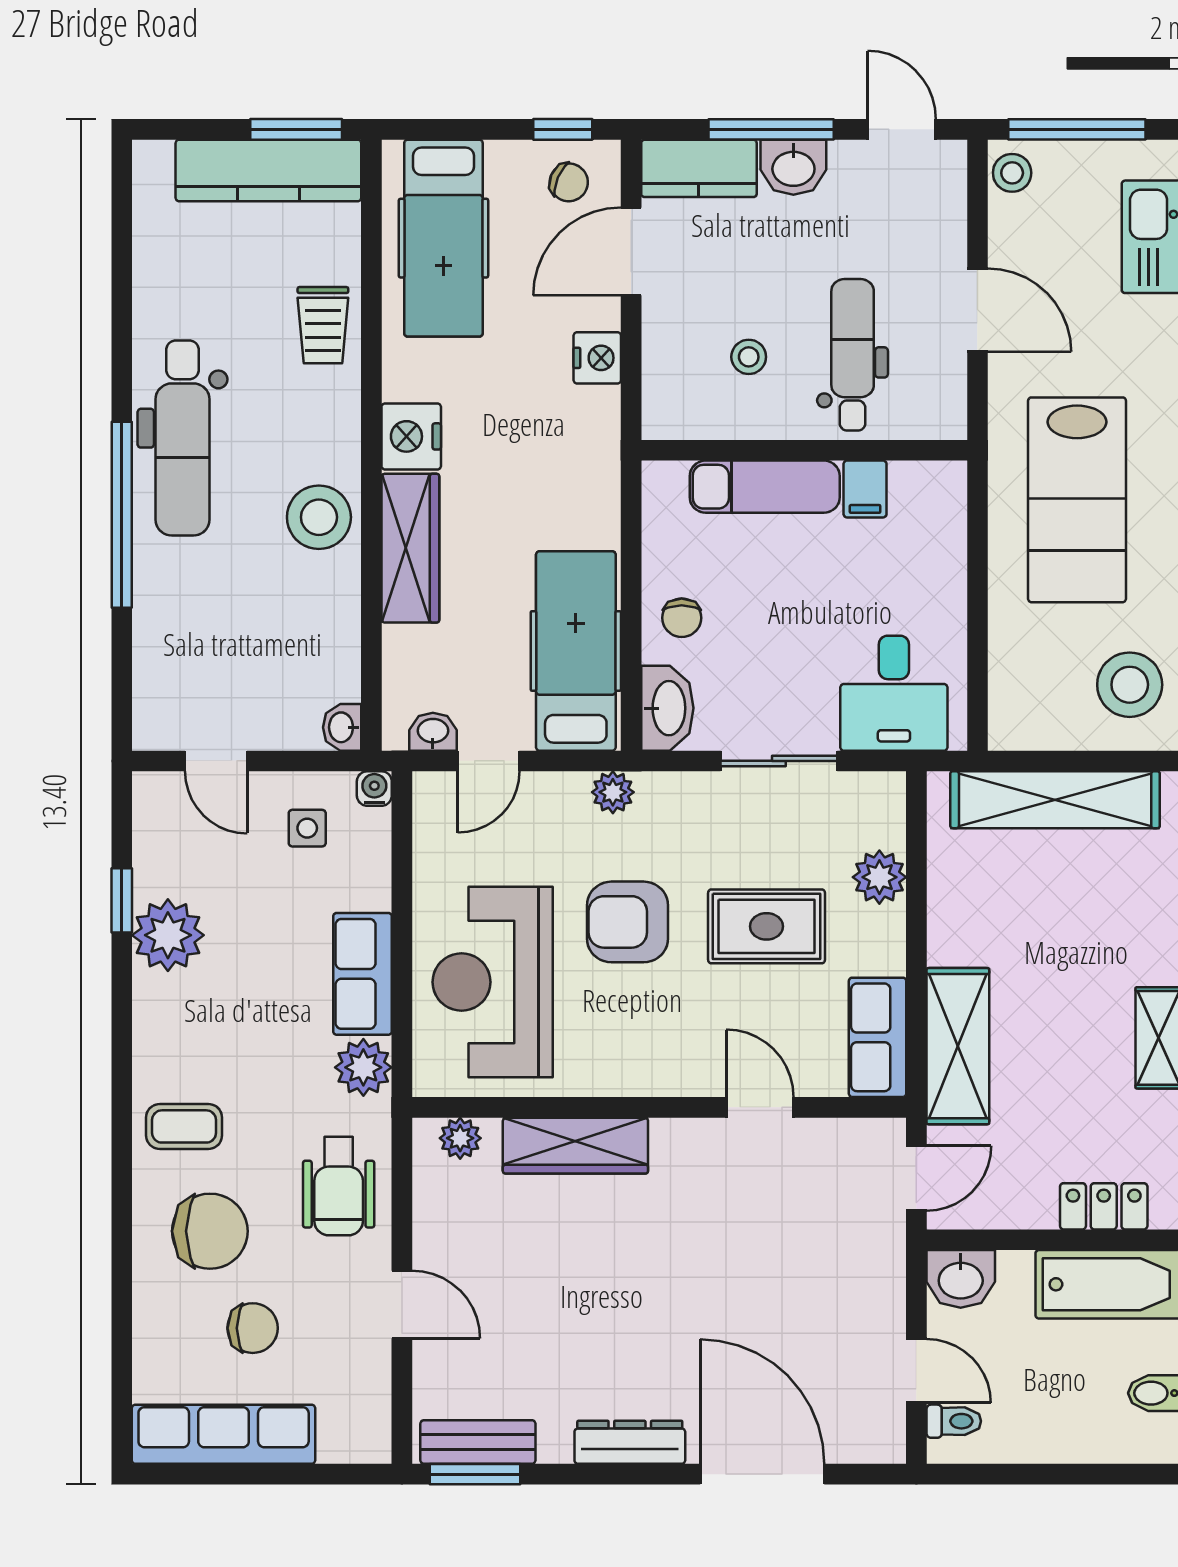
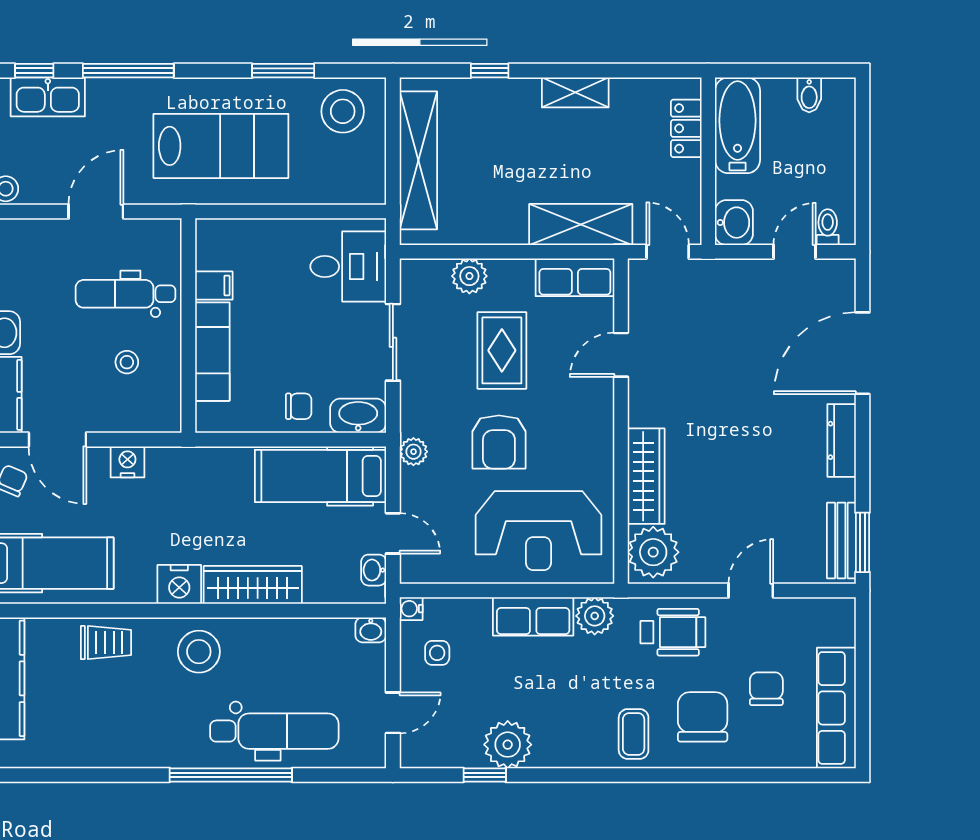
dental chair: (183, 438) -> (274, 731), moved
stool: (319, 517) -> (199, 652), moved
plant: (460, 1138) -> (653, 552), width x1.88, depth x1.88

